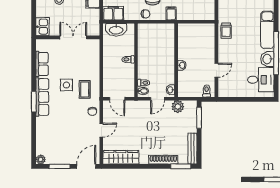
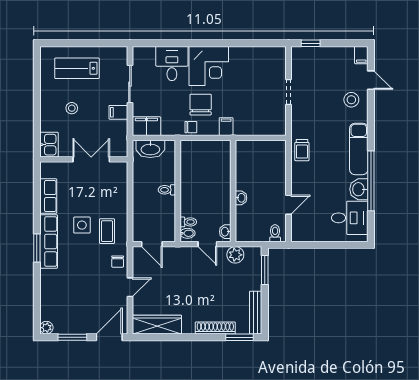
door: (157, 99) -> (207, 244), hinge flipped

